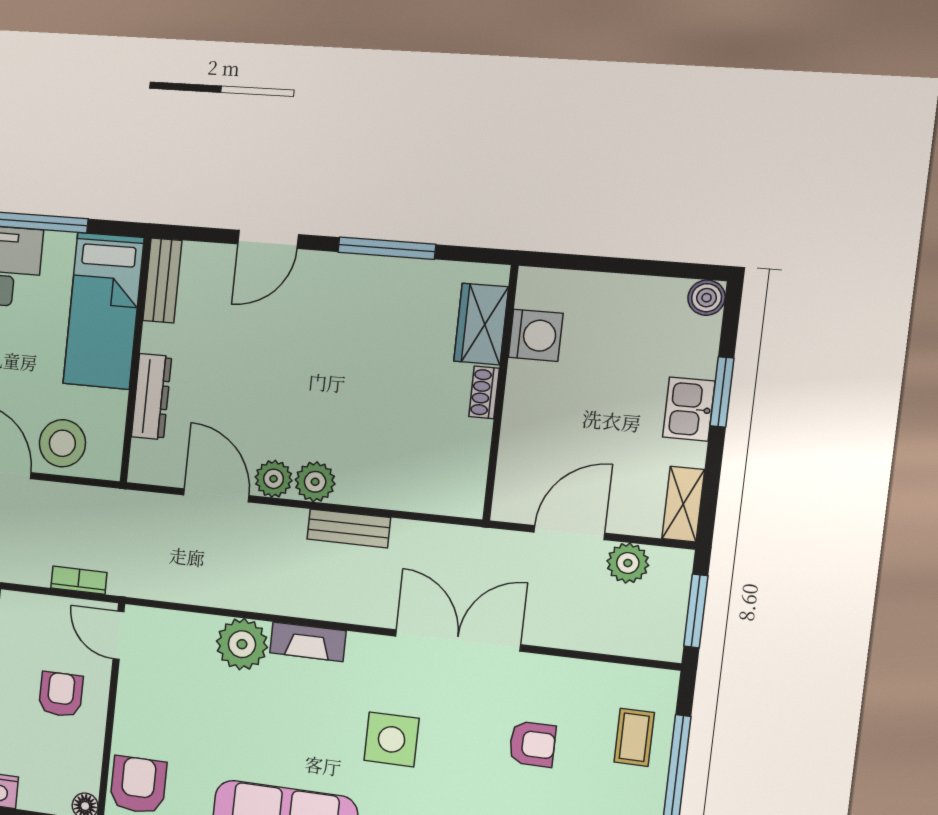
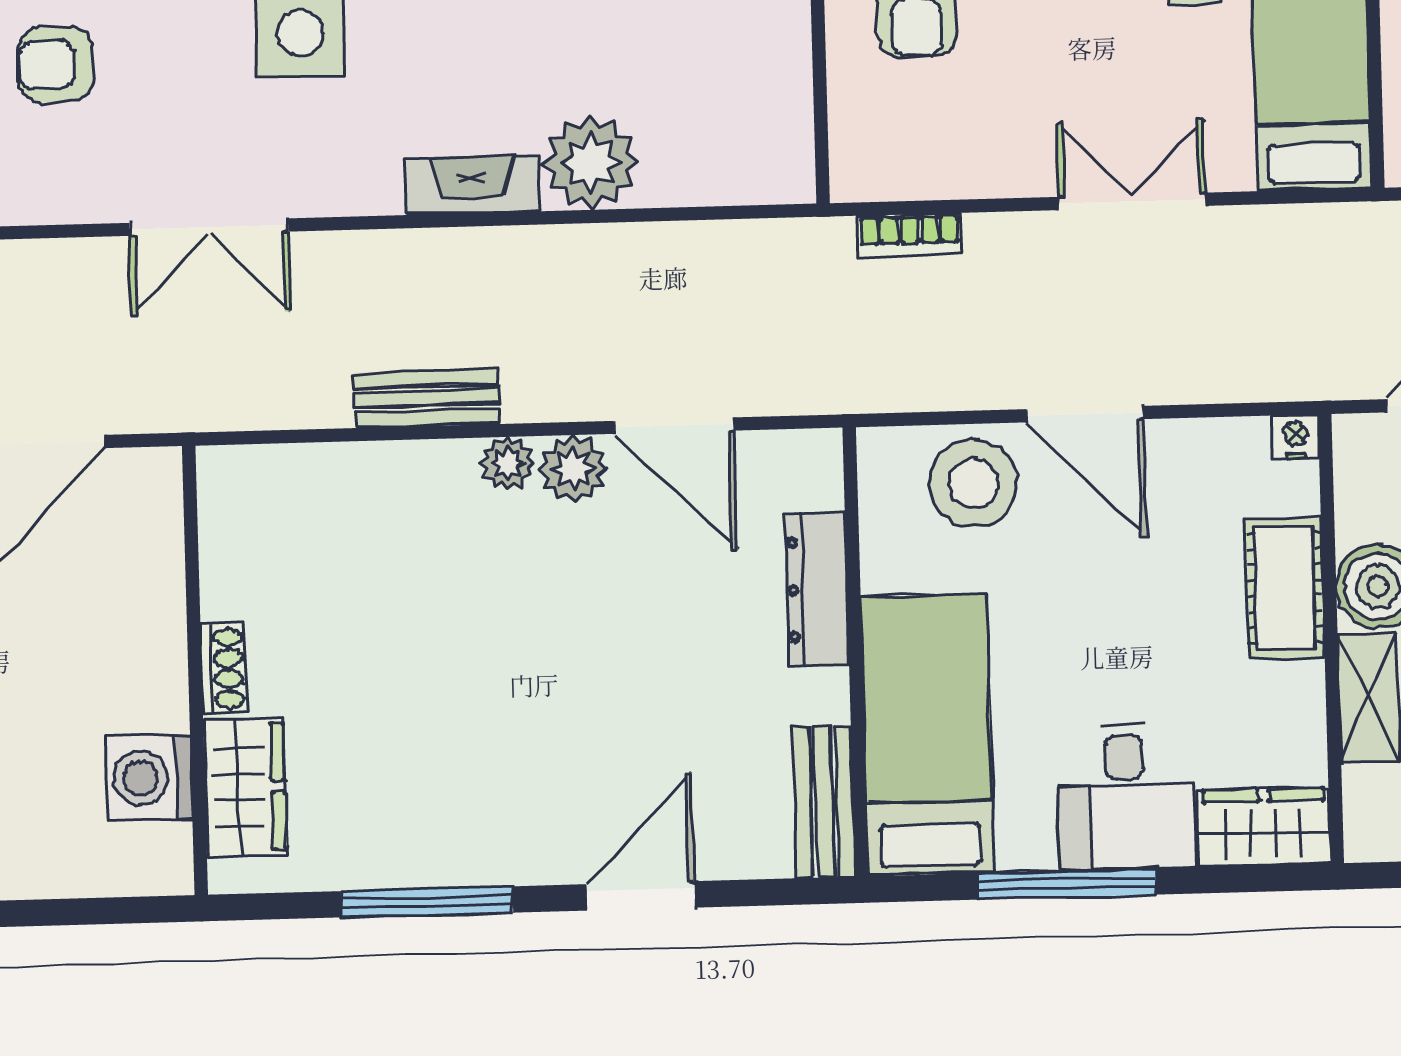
plant: (315, 482) -> (508, 463), width x0.73, depth x0.73
door: (119, 635) -> (821, 144), removed
double door: (458, 640) -> (209, 227), width x0.73

